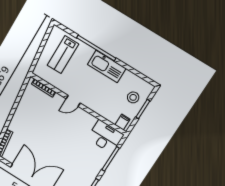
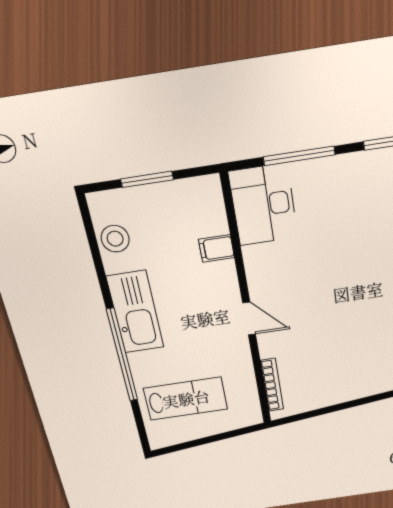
stool: (133, 97) -> (115, 239), moved
filing cabinet: (123, 122) -> (216, 248), moved

